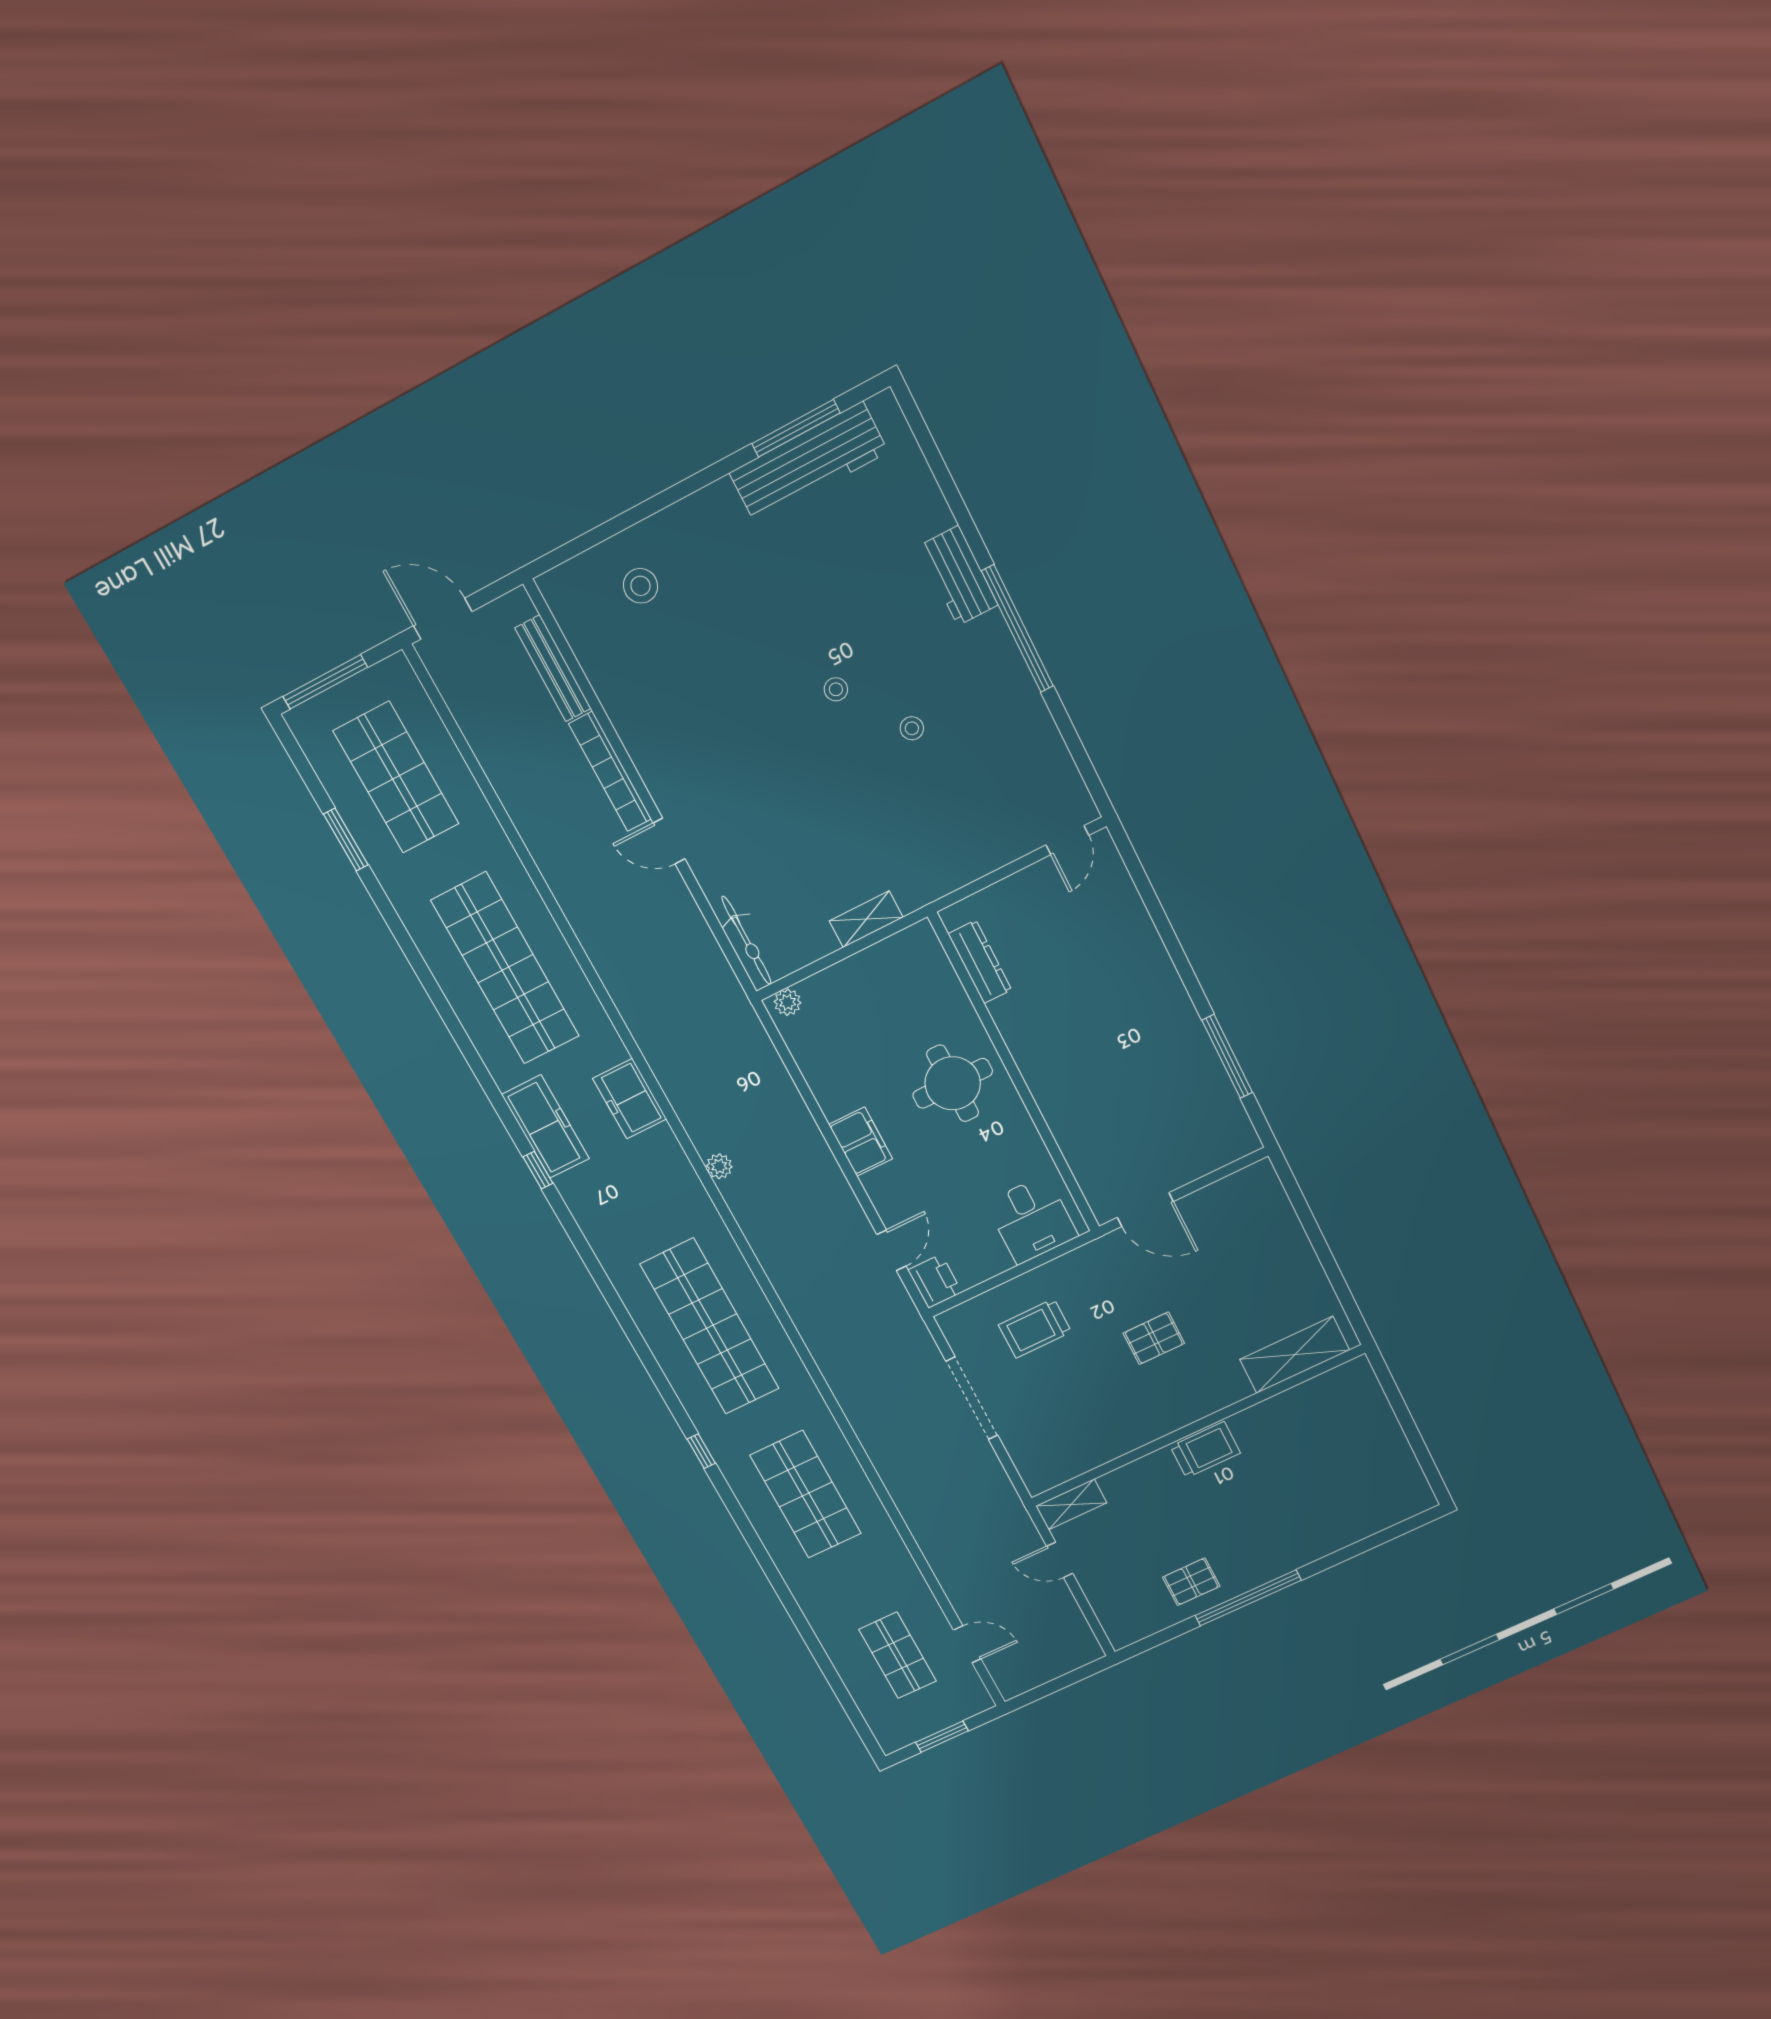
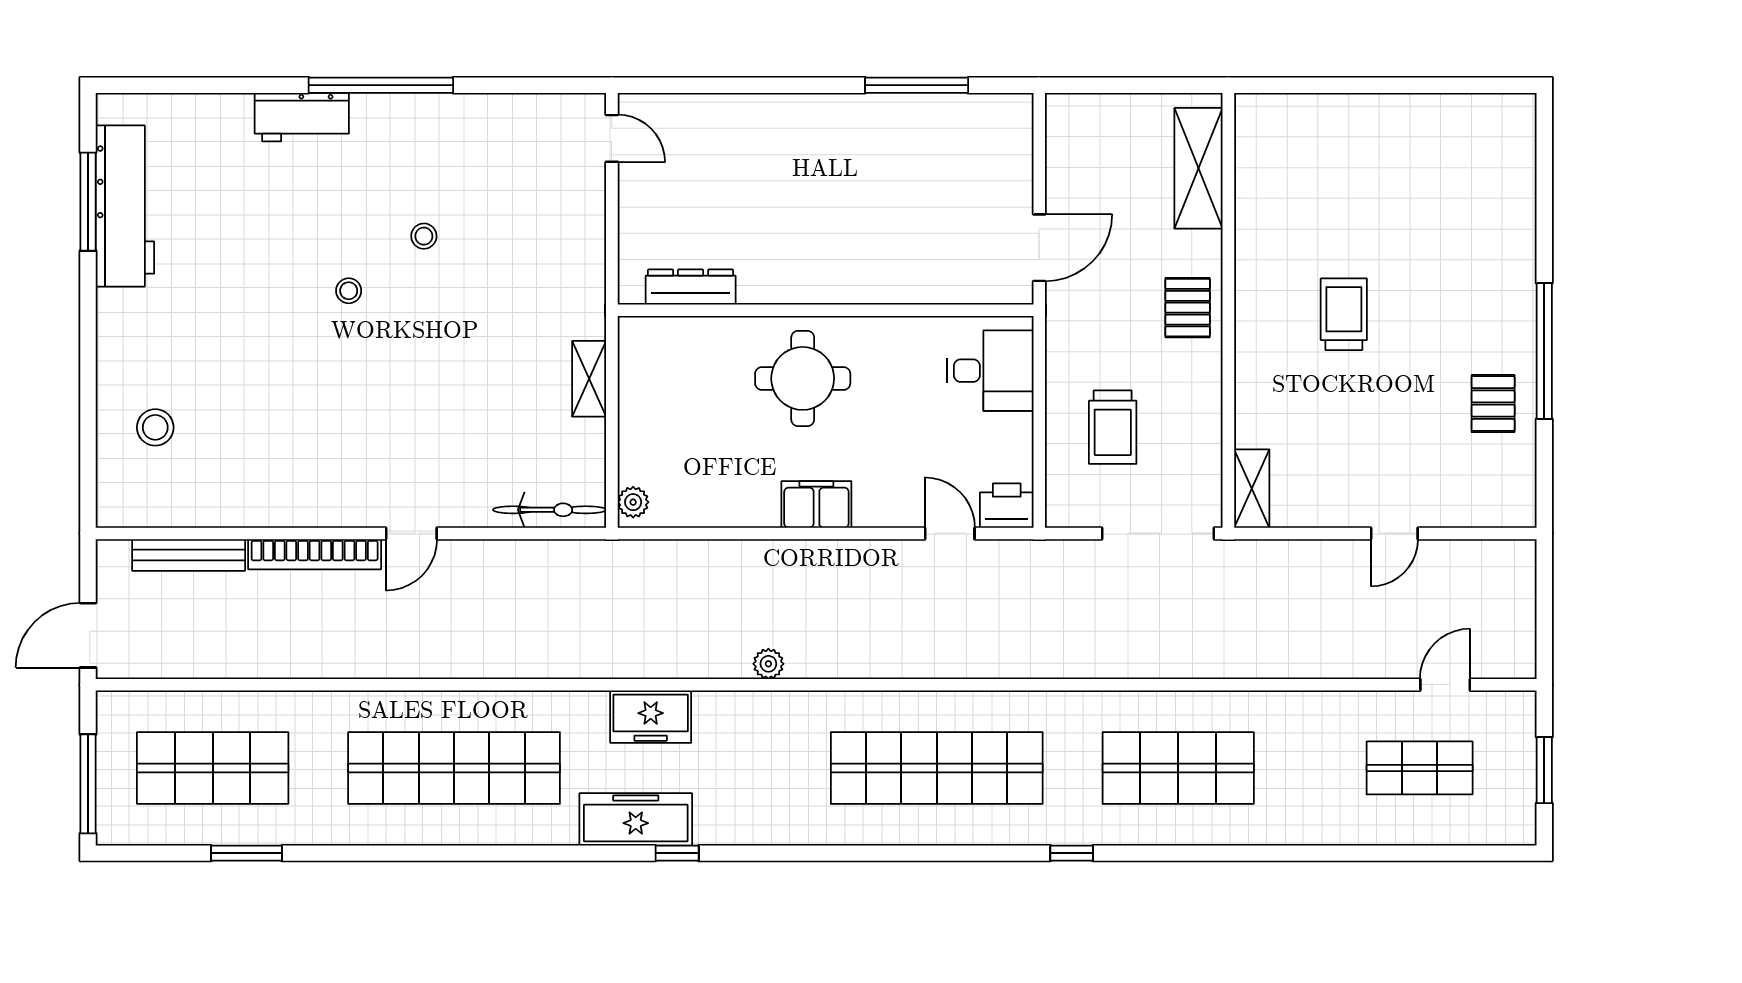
shelving: (1295, 1355) -> (1199, 168), moved
wall: (1197, 1426) -> (1228, 310), moved
shelving: (1071, 1504) -> (1252, 489), moved

